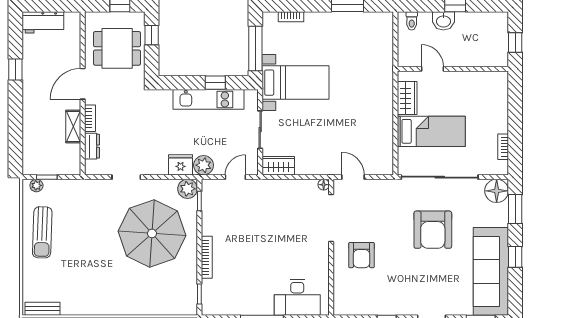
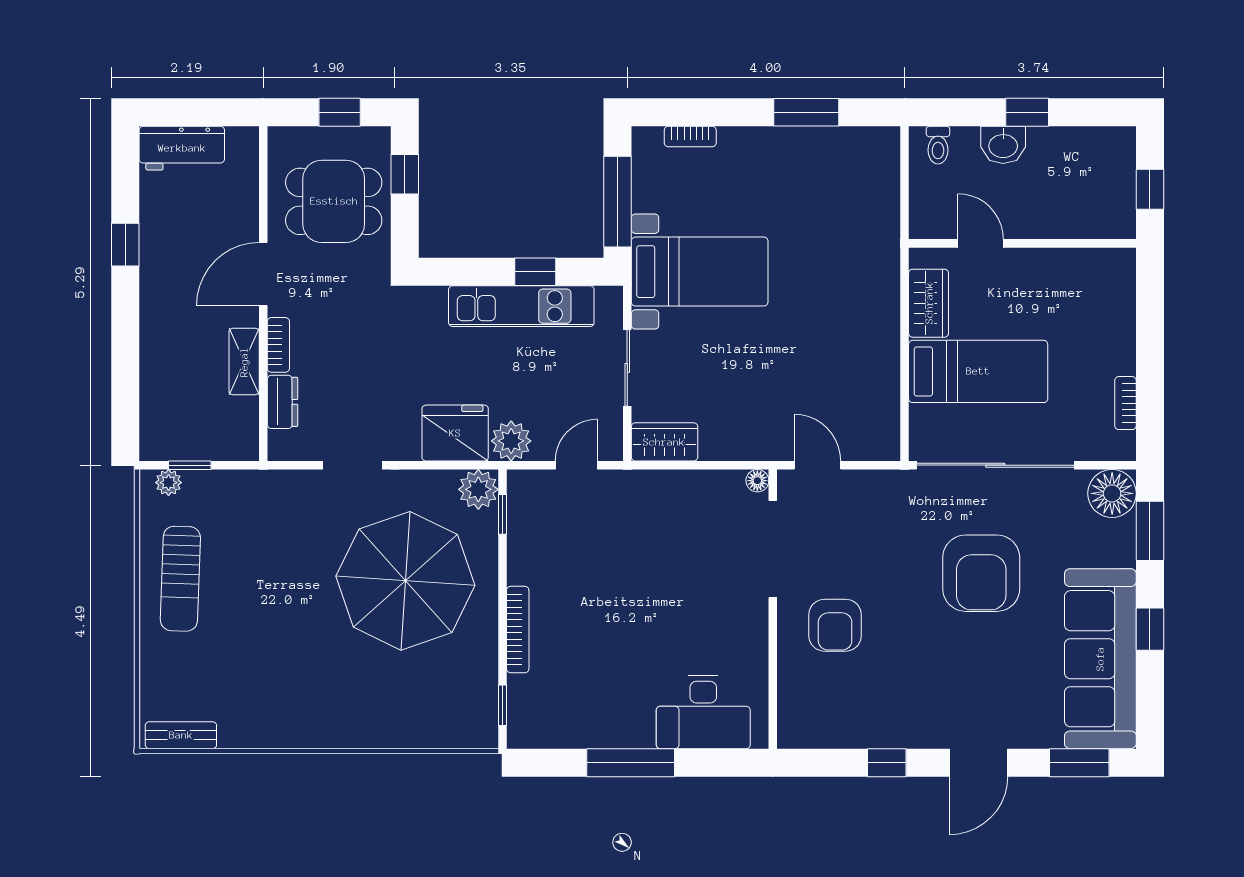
fridge: (181, 165) -> (455, 433), width x1.36, depth x1.34

